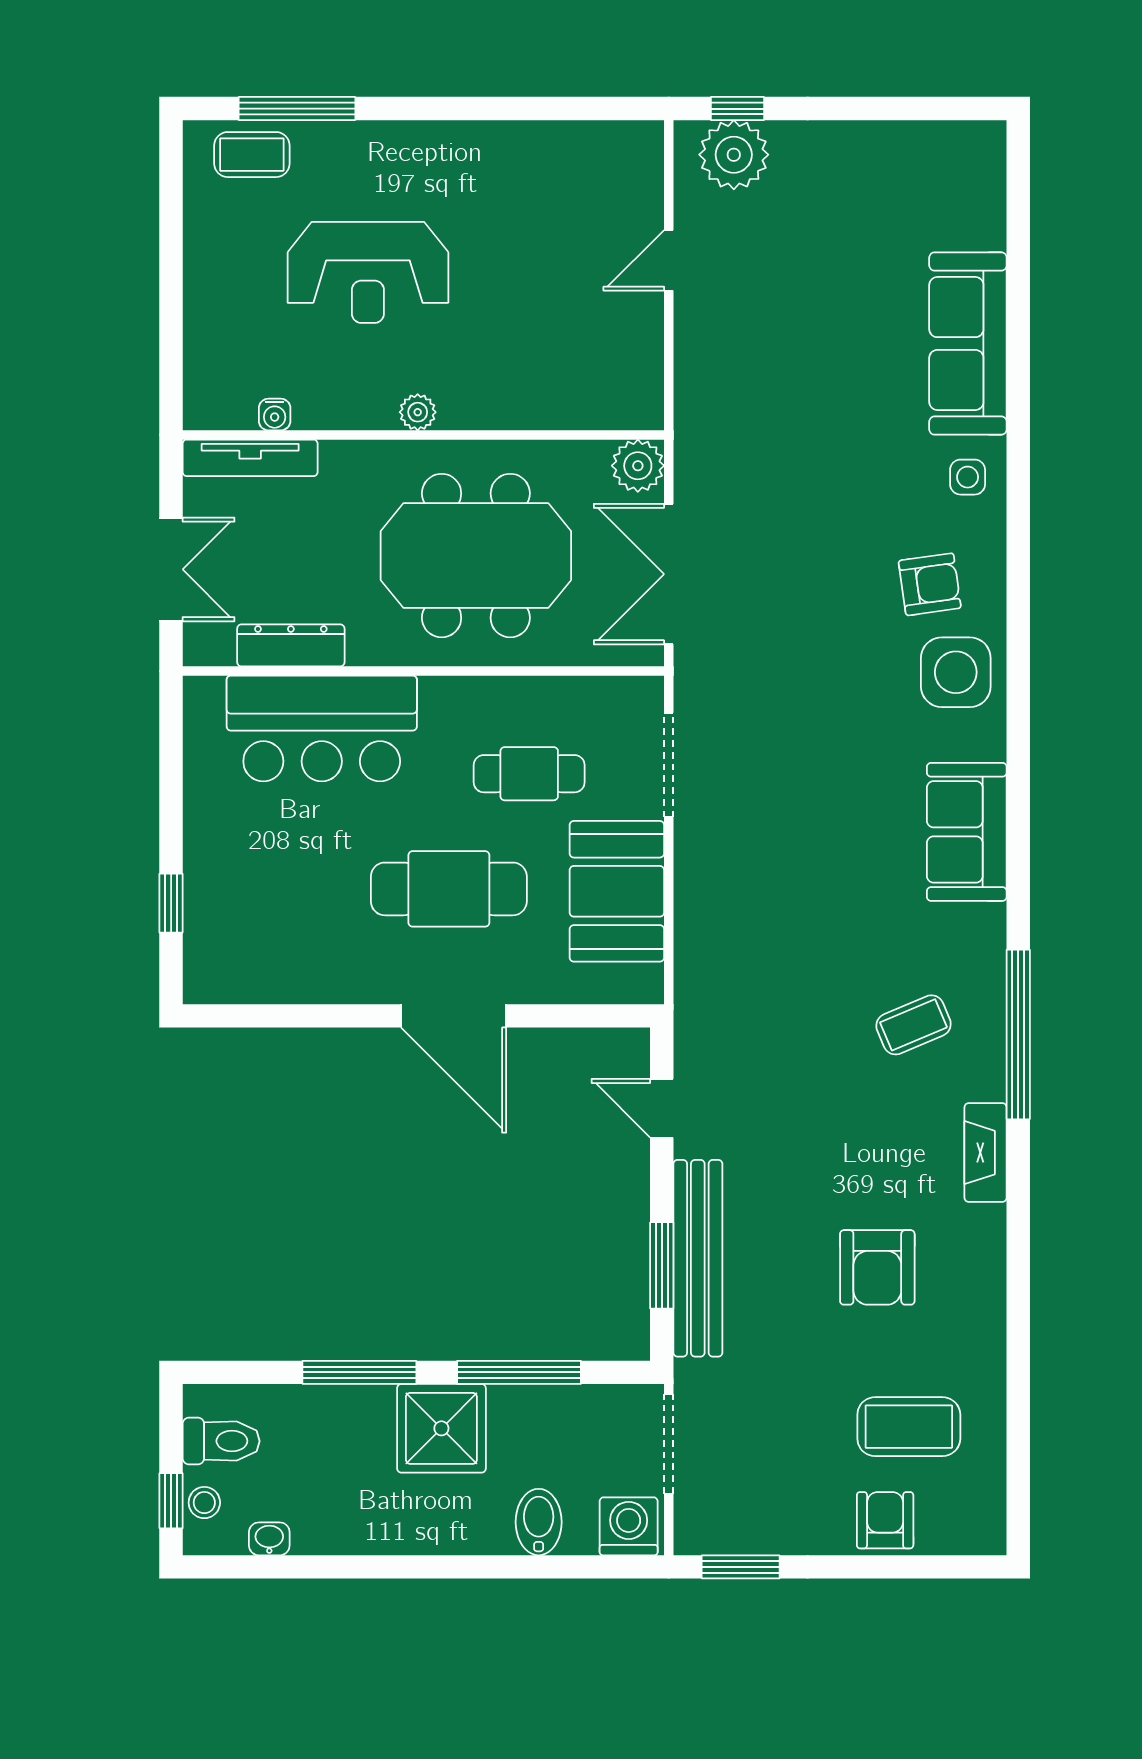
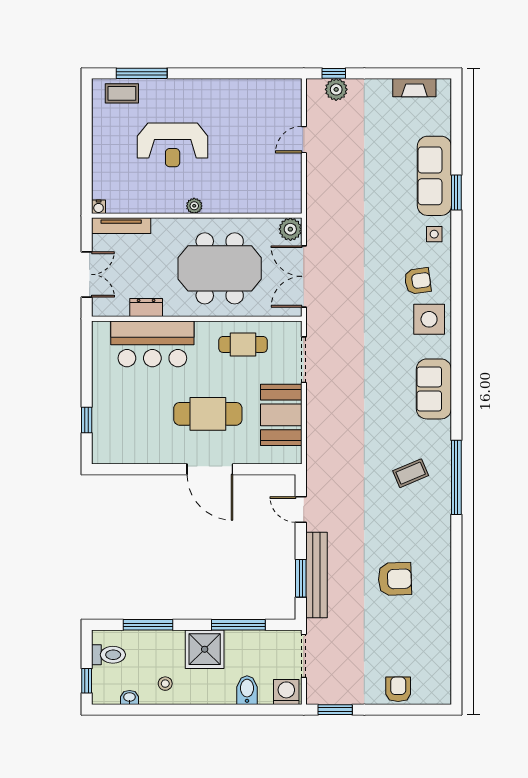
plant: (734, 155) -> (336, 89), width x0.73, depth x0.73
window: (1018, 382) -> (456, 193), added
water cooler: (275, 415) -> (99, 207), moved
dresser: (291, 645) -> (146, 308), width x0.70
cafe table: (529, 774) -> (243, 344), moved
fireplace: (986, 1153) -> (414, 88), moved, turned -90
armchair: (877, 1267) -> (395, 579), turned -92
window: (359, 1372) -> (148, 625), moved
coffee table: (909, 1427) -> (409, 648), removed
stool: (204, 1503) -> (165, 684), moved

